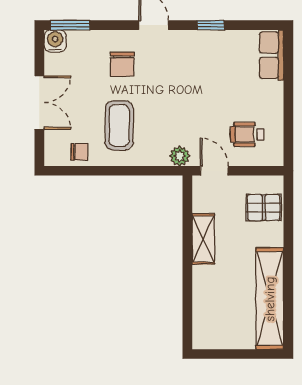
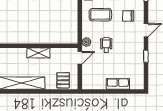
row of seats: (272, 55) -> (118, 84), moved
wheelchair: (247, 134) -> (106, 45), moved
shelving: (203, 239) -> (38, 53), moved

